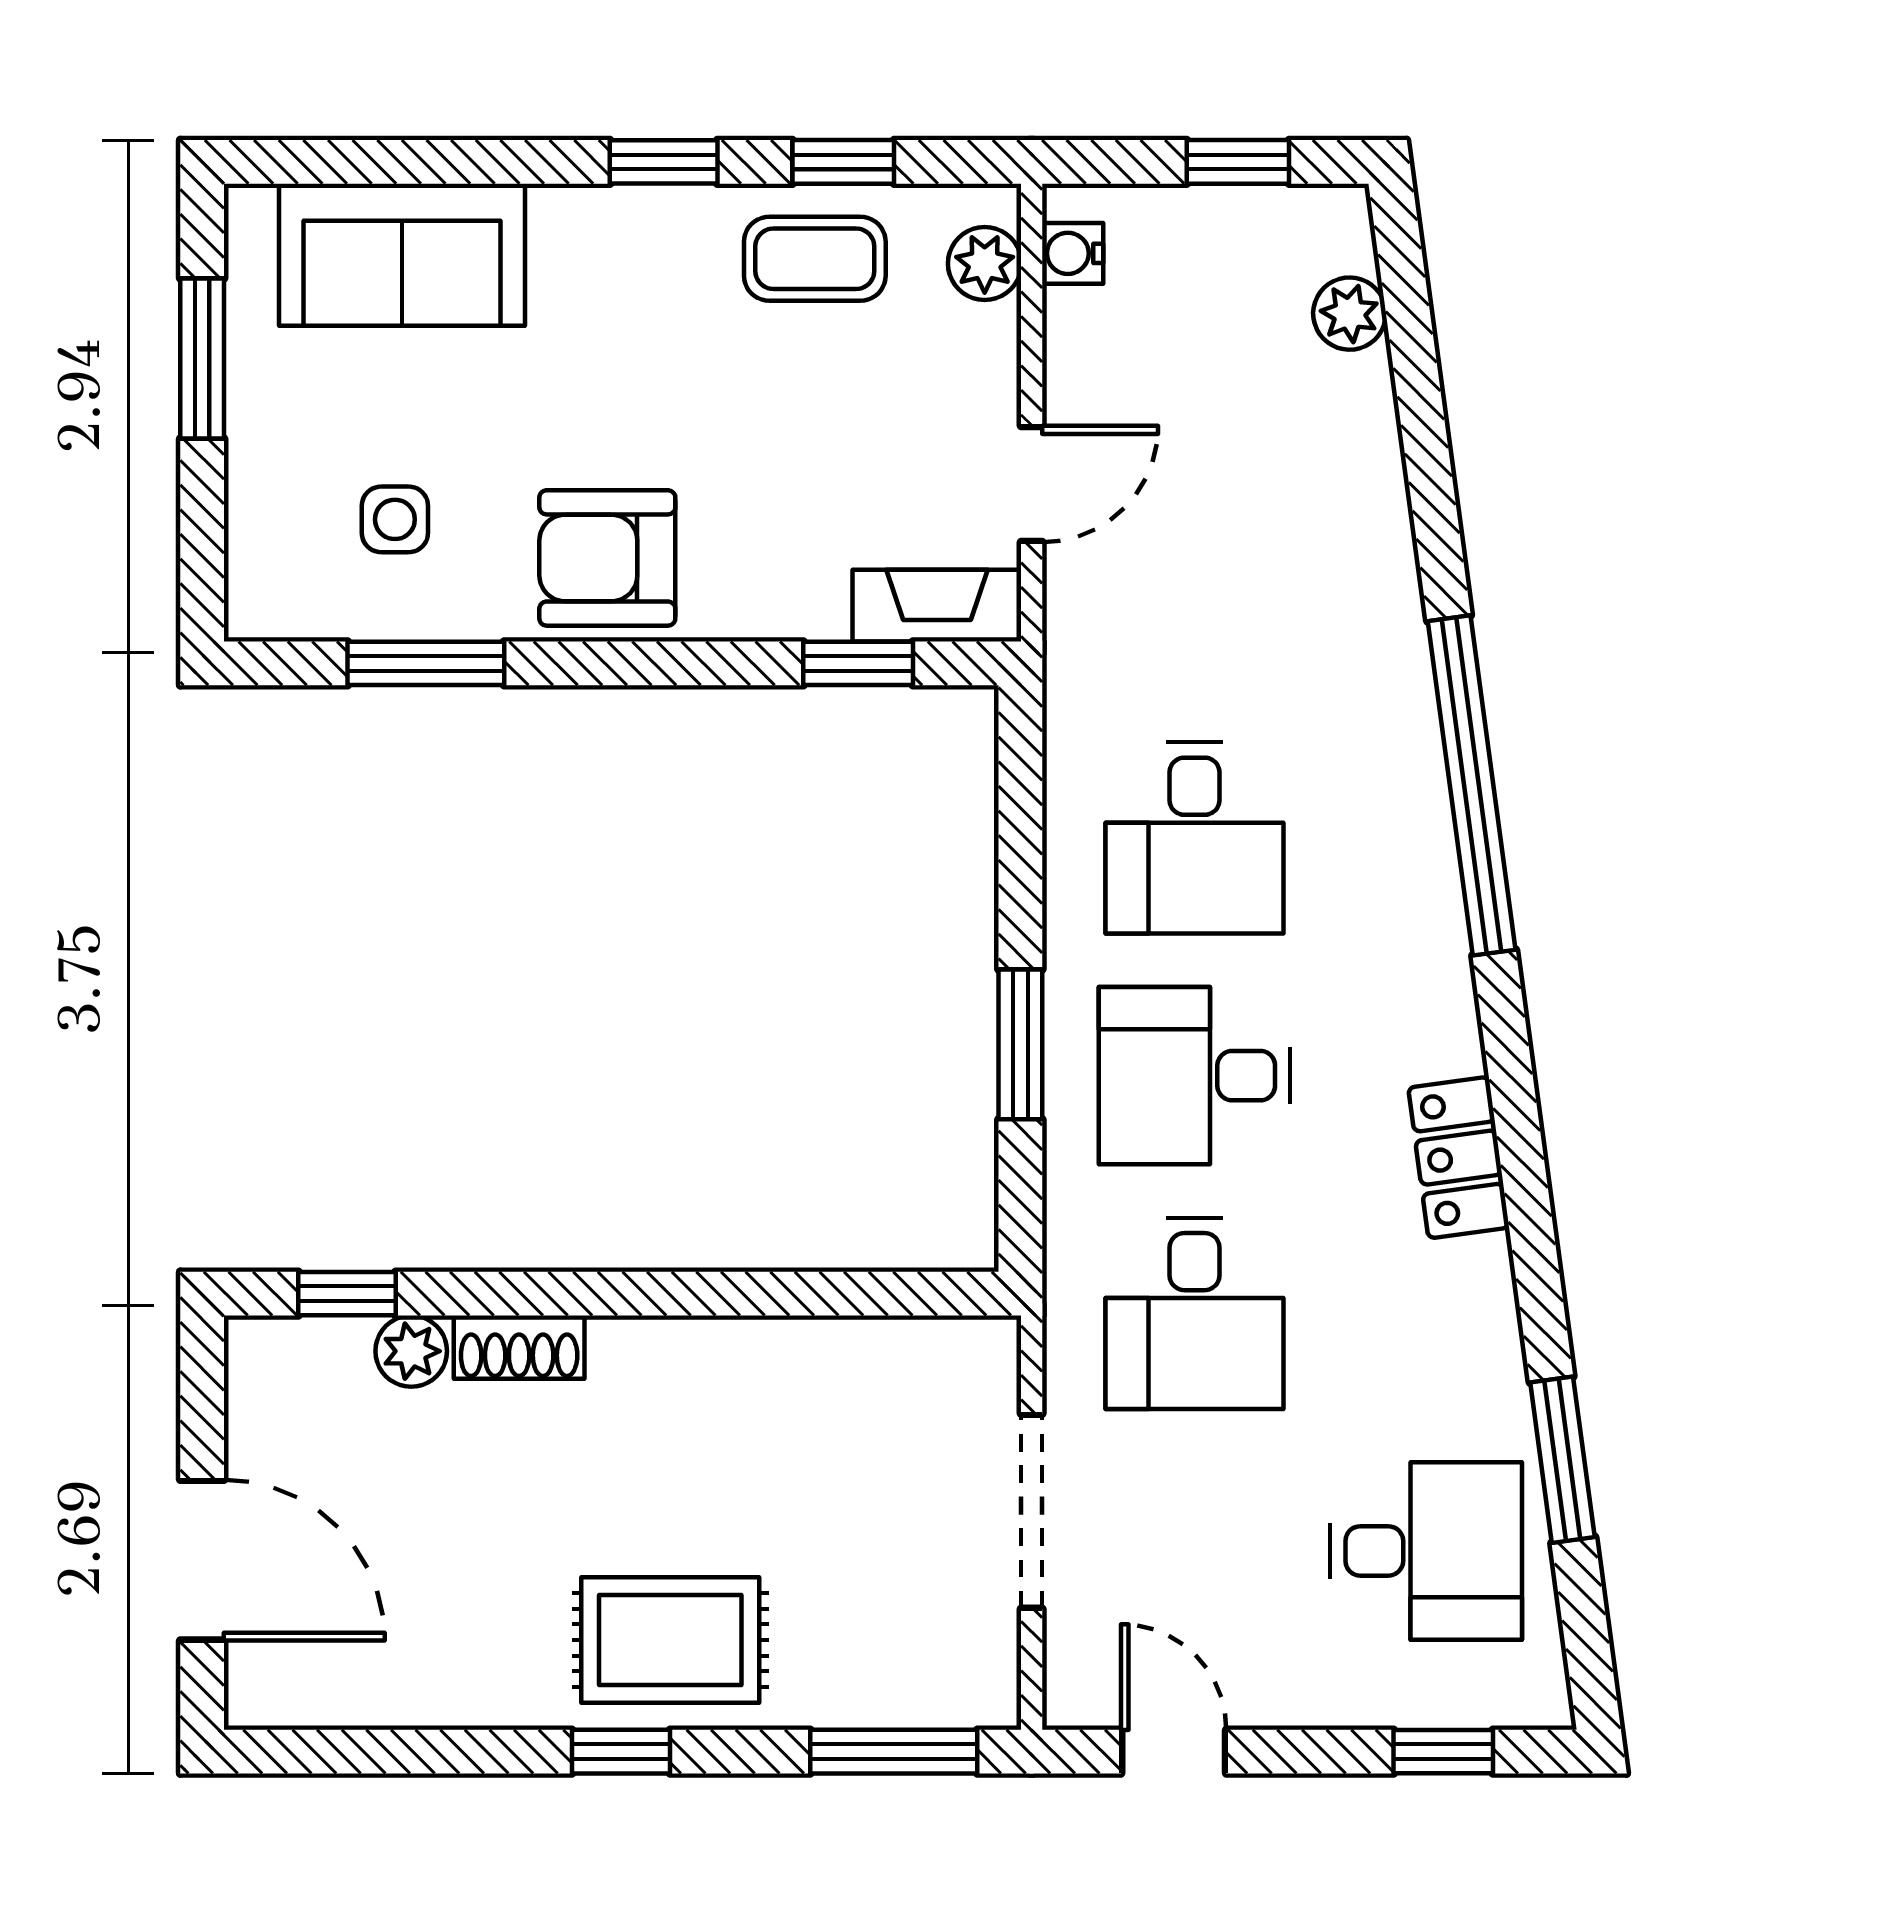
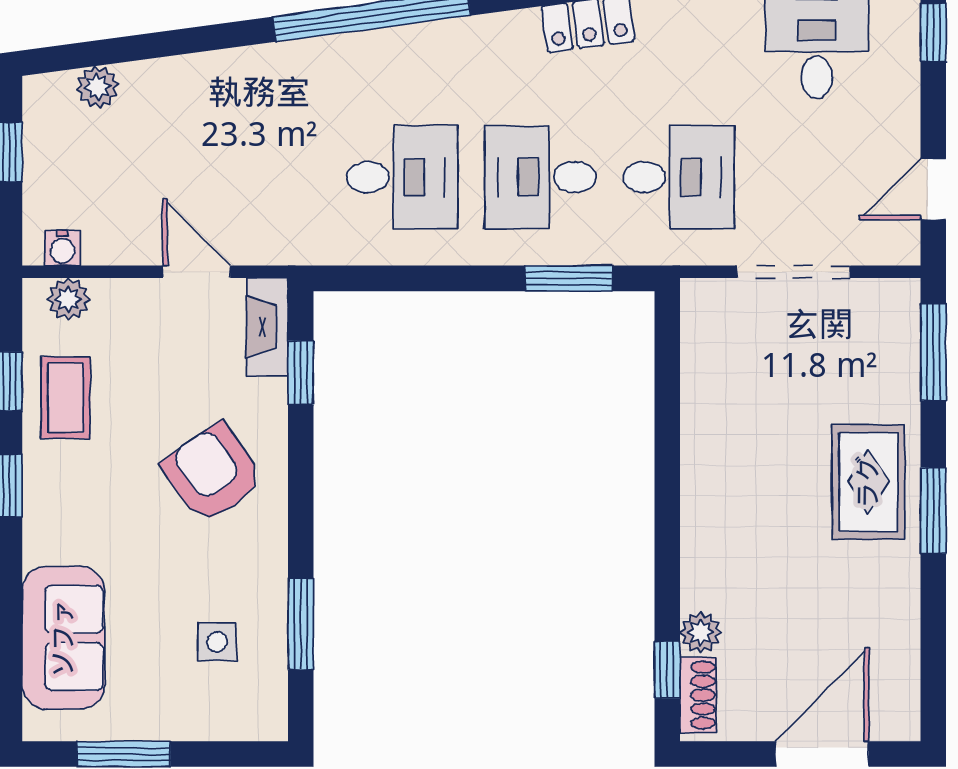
armchair: (607, 558) -> (213, 473), moved, turned 145
window: (1020, 1044) -> (569, 278), moved
desk: (1195, 1076) -> (540, 177), turned 90
shoe rack: (519, 1347) -> (698, 695), moved
window: (621, 1752) -> (933, 510), width x1.50

